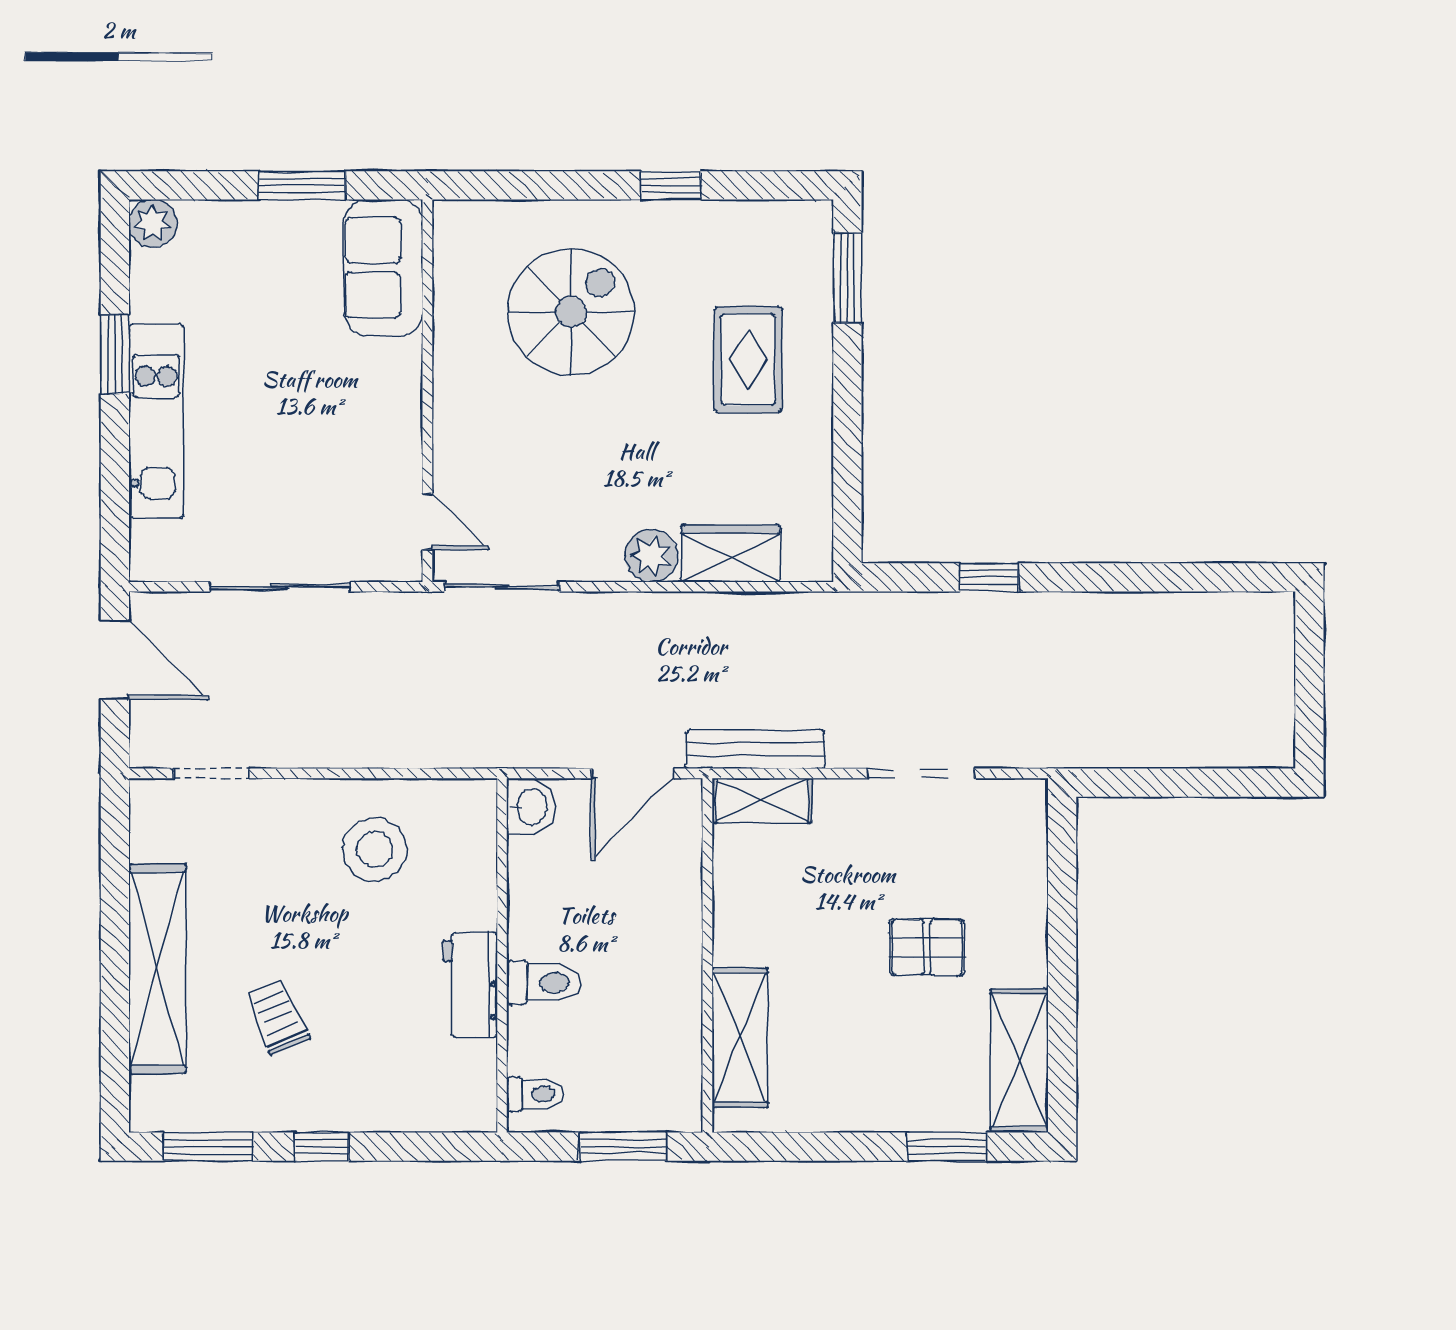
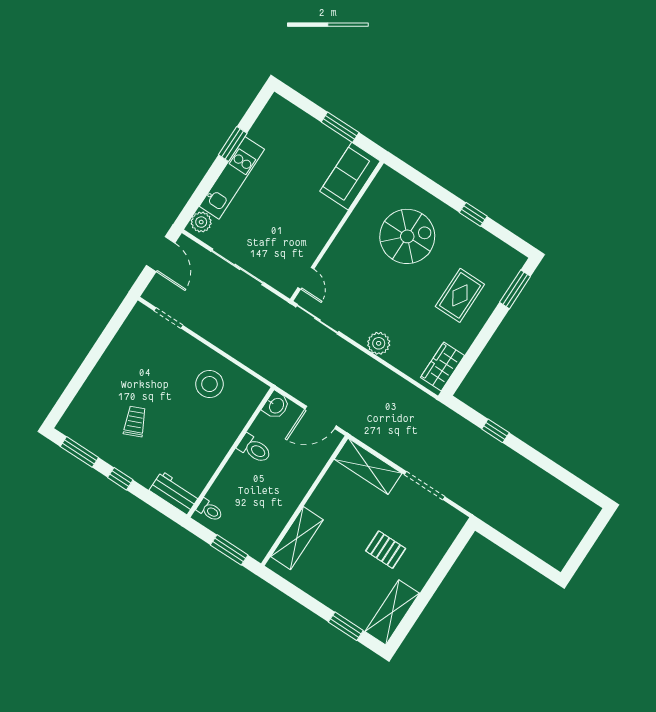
plant: (153, 223) -> (201, 222), moved
wardrobe: (731, 553) -> (443, 367), moved, turned -90
bench: (755, 749) -> (370, 438), removed
shelving: (762, 800) -> (368, 466), width x1.50, depth x1.33
shelving: (157, 969) -> (103, 376), removed
toilet: (544, 983) -> (254, 449), moved
workbench: (470, 985) -> (174, 493), moved, turned 90

